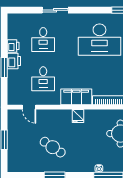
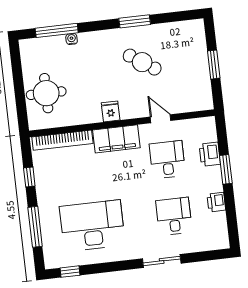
printer: (14, 61) -> (210, 154), moved
door: (29, 107) -> (160, 119), moved

